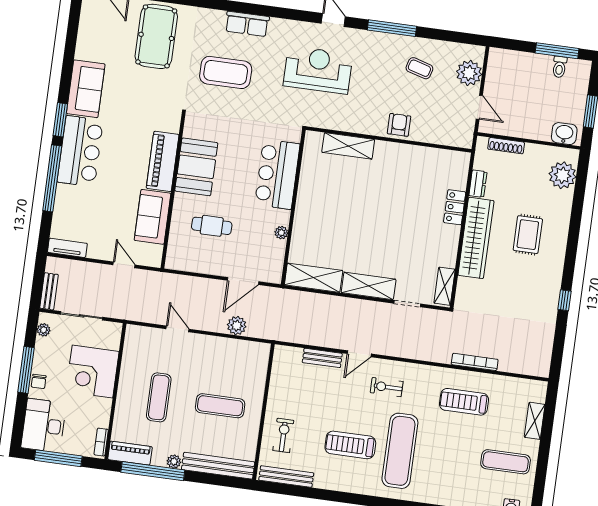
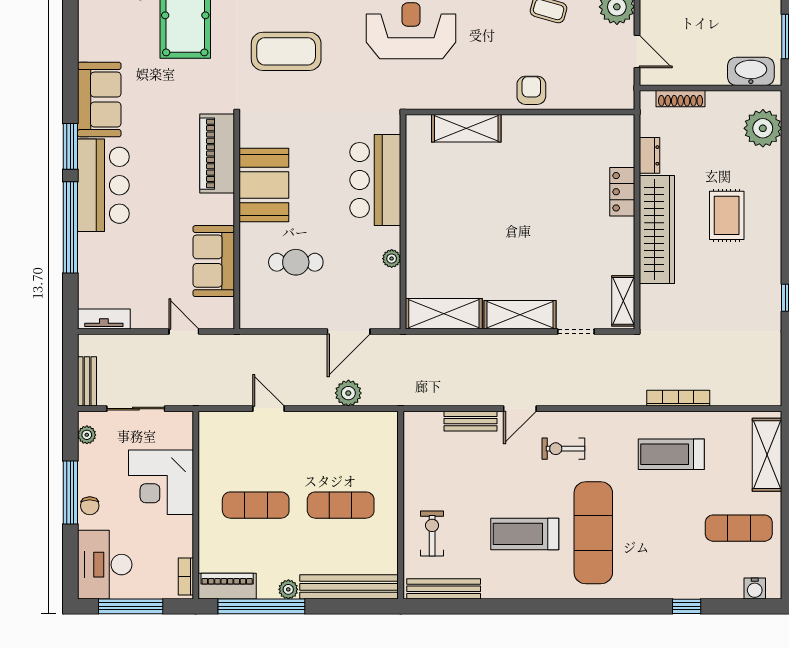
washbasin: (564, 134) -> (751, 71), width x1.38
piano: (163, 161) -> (217, 154), moved
exercise mat: (159, 397) -> (256, 505), turned 90
shelving: (535, 421) -> (767, 455), width x1.50, depth x1.33

